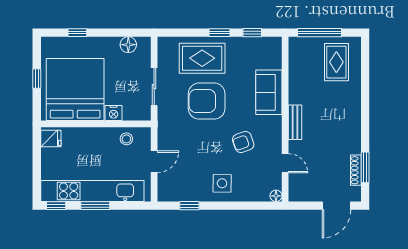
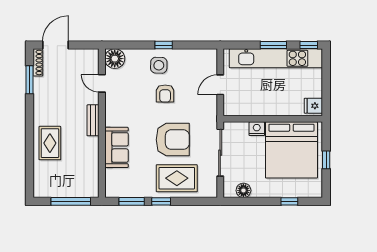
window: (252, 33) -> (132, 201), width x1.50
rug: (336, 62) -> (50, 143), moved
sliding door: (154, 87) -> (220, 153), width x1.37
stool: (126, 139) -> (245, 105), removed
armchair: (243, 142) -> (165, 93), moved, turned 109
shoe rack: (356, 170) -> (38, 62), moved
floor lamp: (276, 196) -> (115, 59), width x1.89, depth x1.89
window: (189, 206) -> (164, 45), moved

